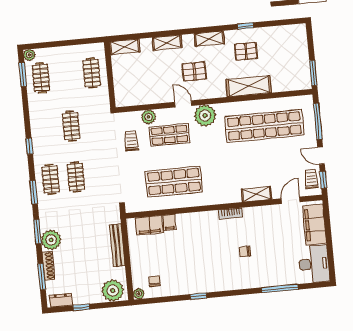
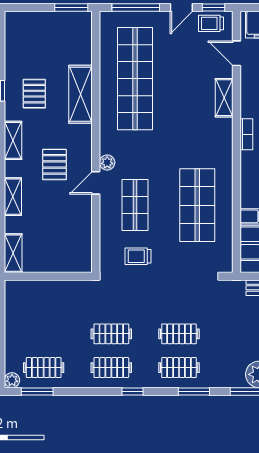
clothes rail: (92, 73) -> (111, 368), moved
plant: (205, 116) -> (107, 162), width x0.53, depth x0.53
plant: (149, 117) -> (109, 230), removed

